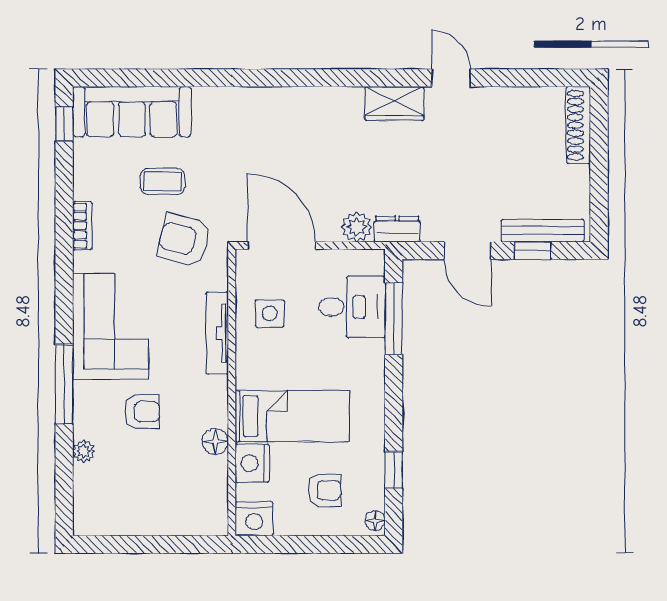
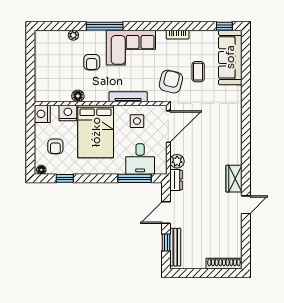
bed: (292, 416) -> (96, 132), width x1.50

